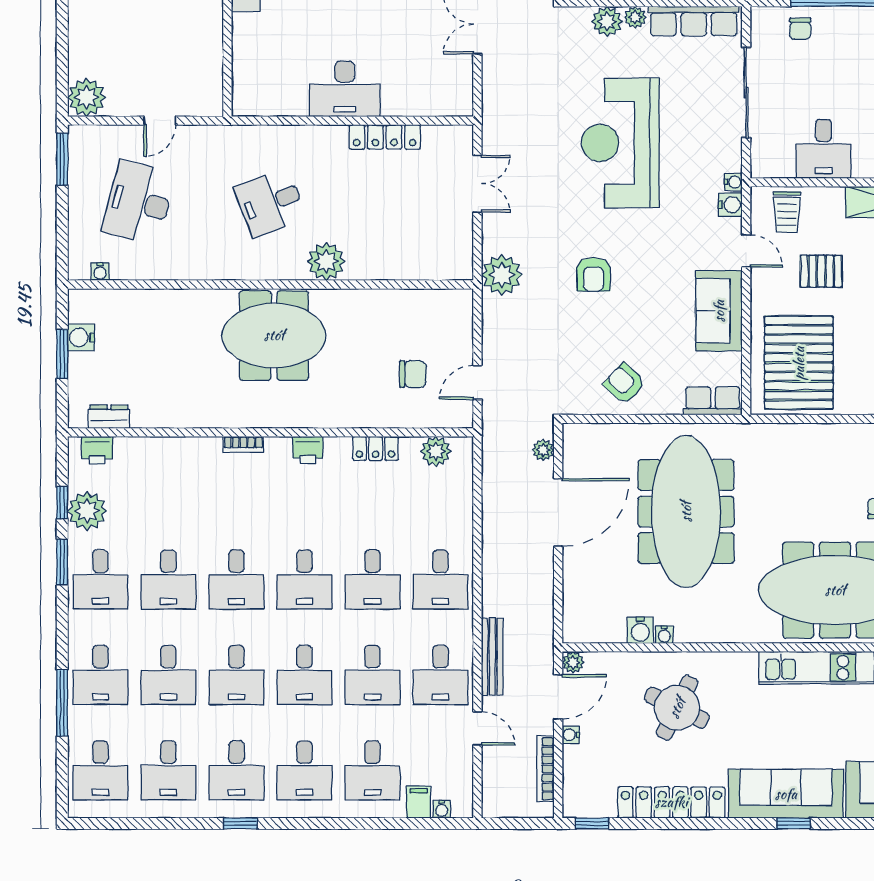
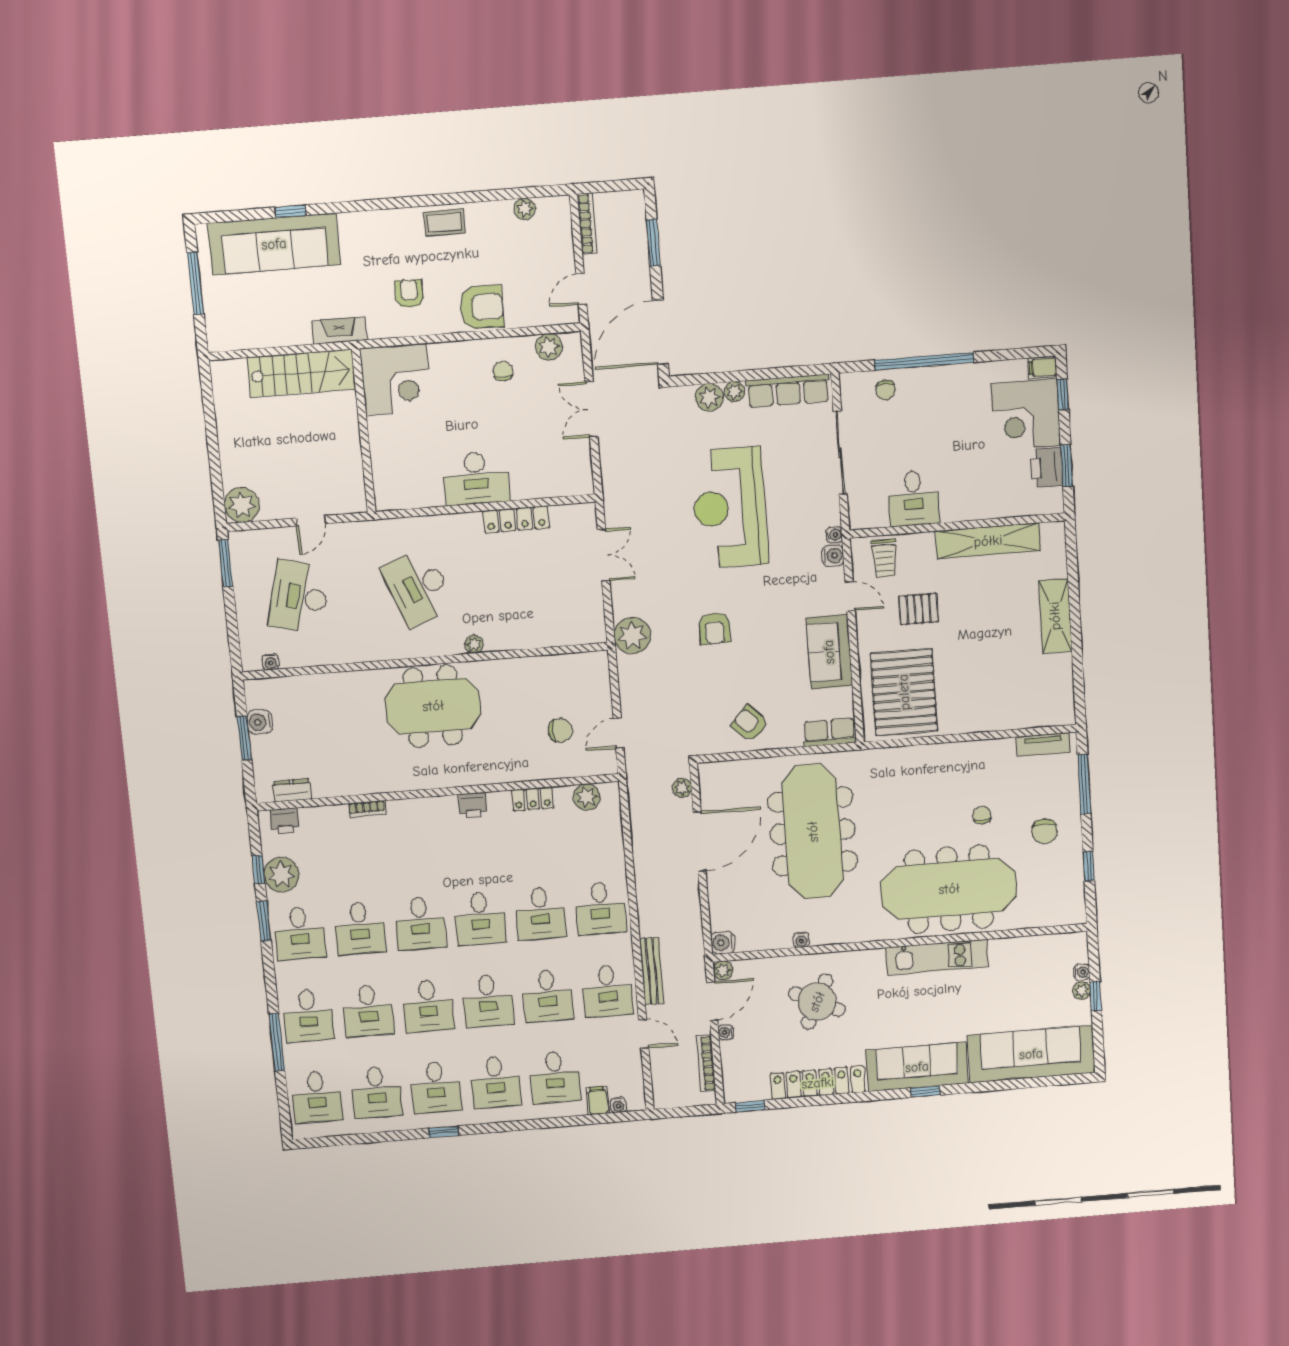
desk: (270, 203) -> (418, 587), width x1.37
plant: (326, 262) -> (474, 644), width x0.53, depth x0.53
bookcase: (243, 444) -> (367, 809), moved
water cooler: (640, 630) -> (723, 943), moved, turned 90

